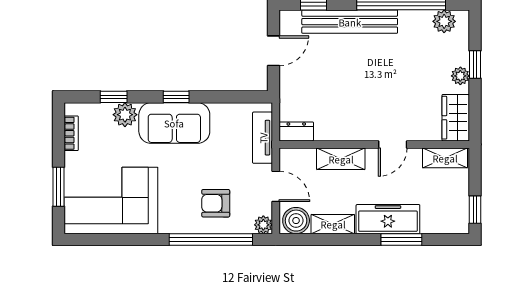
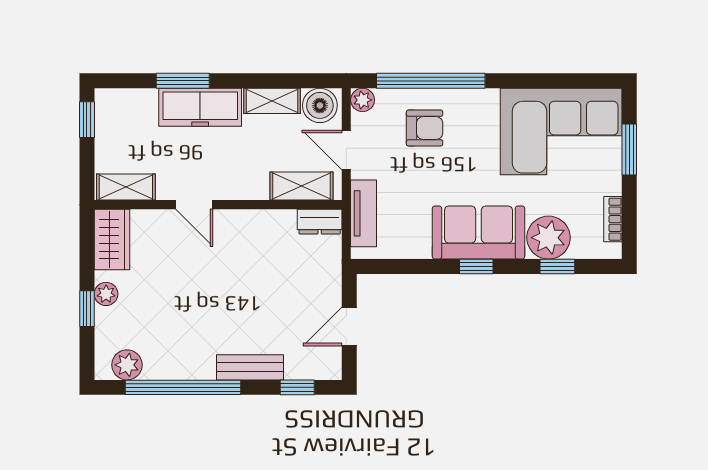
bench: (350, 22) -> (250, 367), width x0.54, depth x0.82
plant: (125, 115) -> (548, 238), width x1.36, depth x1.36
door: (393, 144) -> (194, 205), swing flipped
shelving: (341, 159) -> (301, 186), moved

